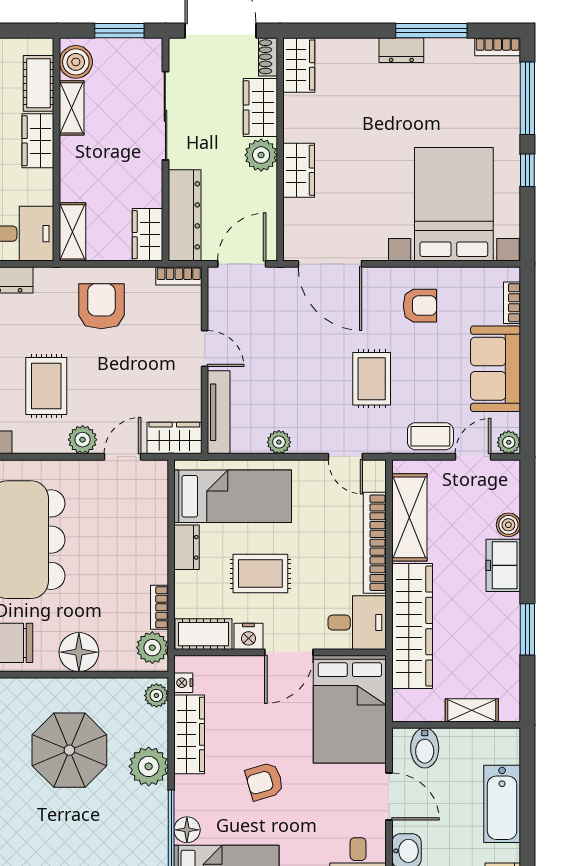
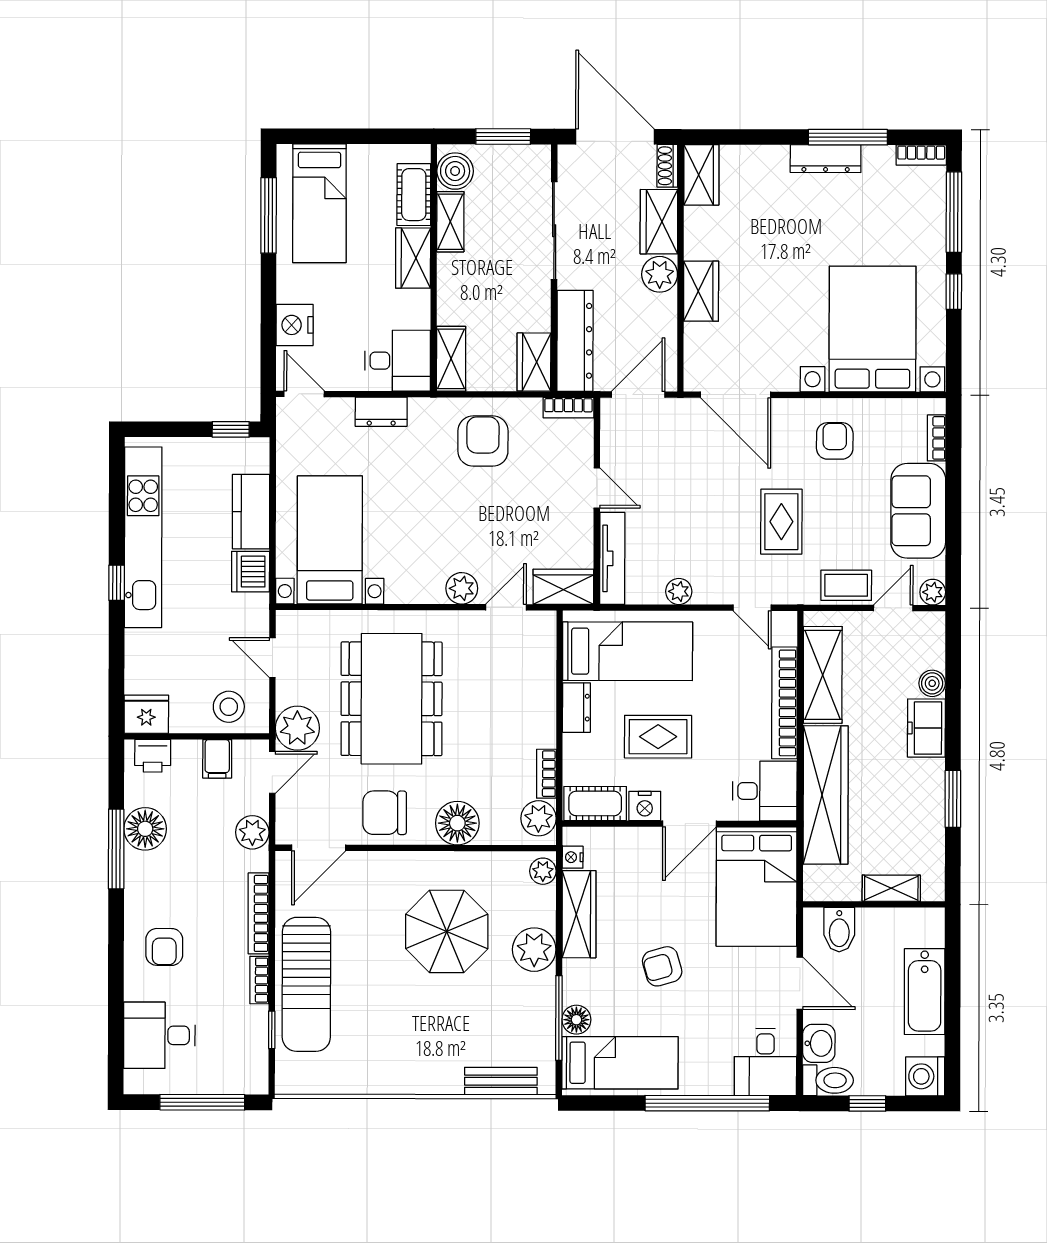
dresser: (401, 50) -> (826, 159), width x1.44
armchair: (420, 306) -> (835, 441), turned -90
rug: (46, 386) -> (422, 529), removed

